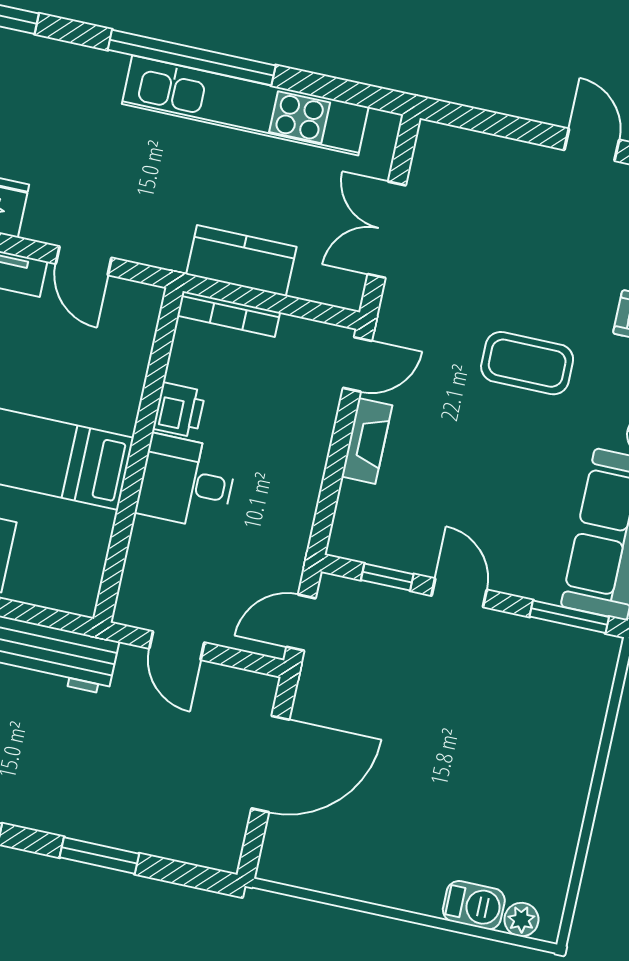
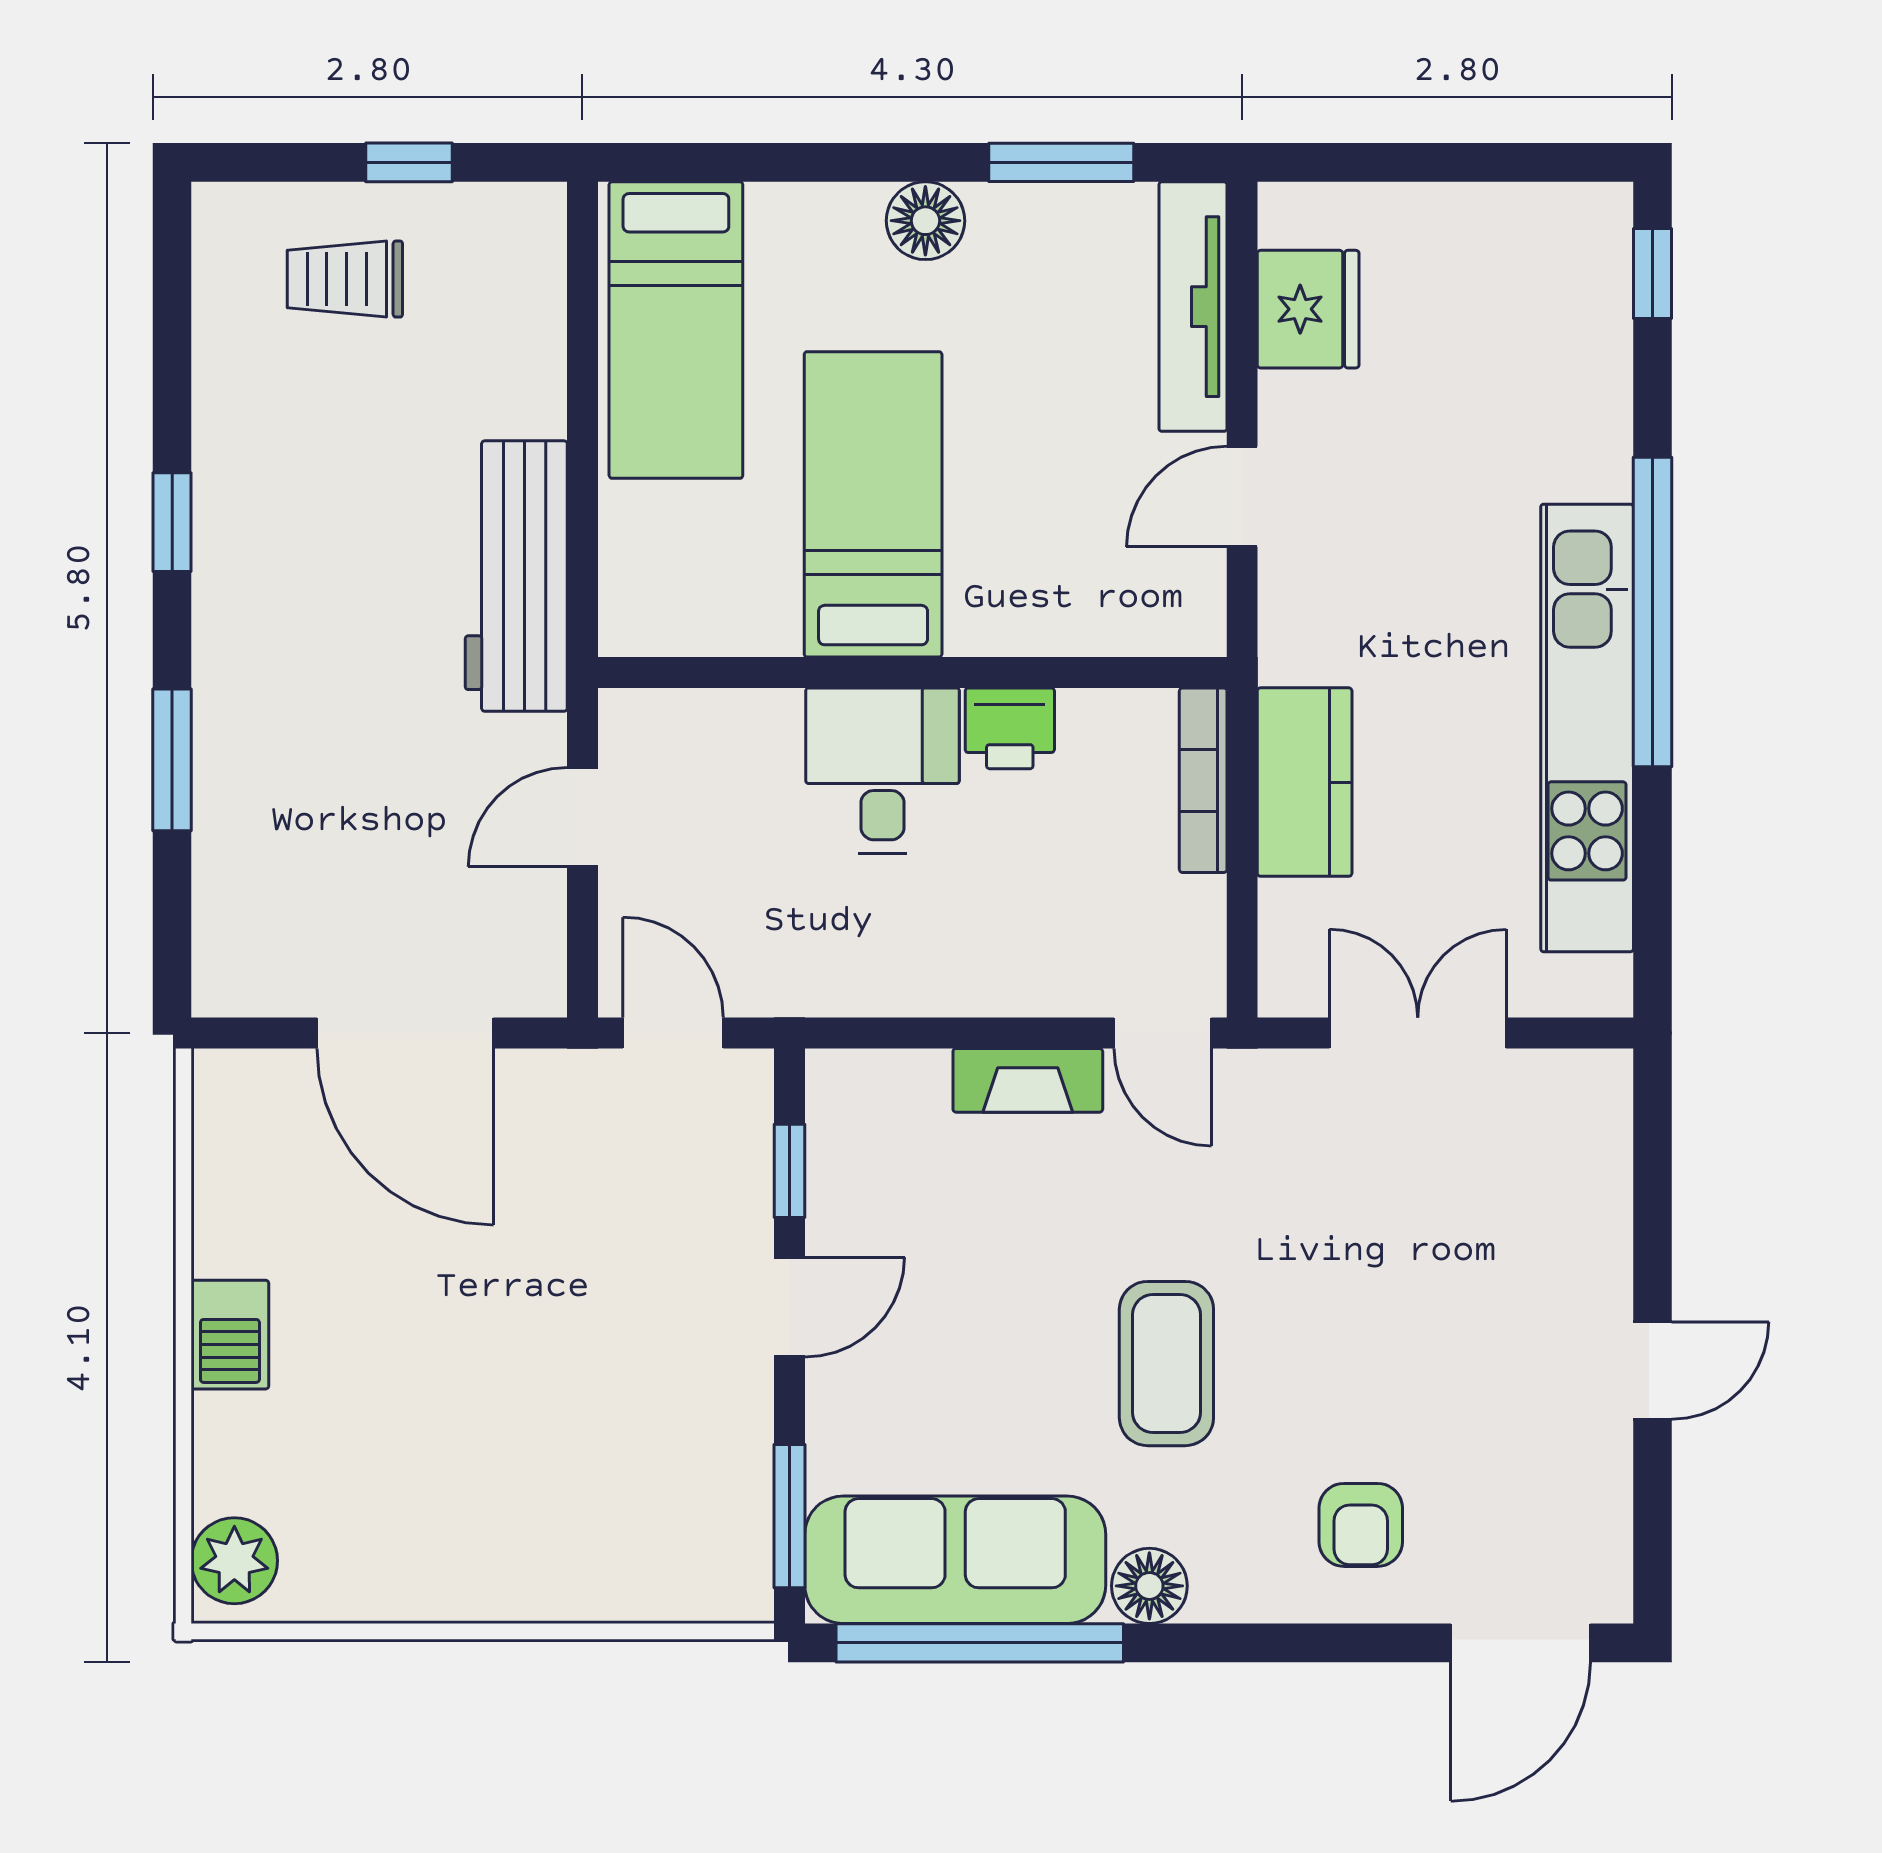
coffee table: (527, 363) -> (1166, 1364), moved
barbecue: (474, 905) -> (230, 1335), moved
plant: (521, 920) -> (234, 1561), width x1.38, depth x1.38

